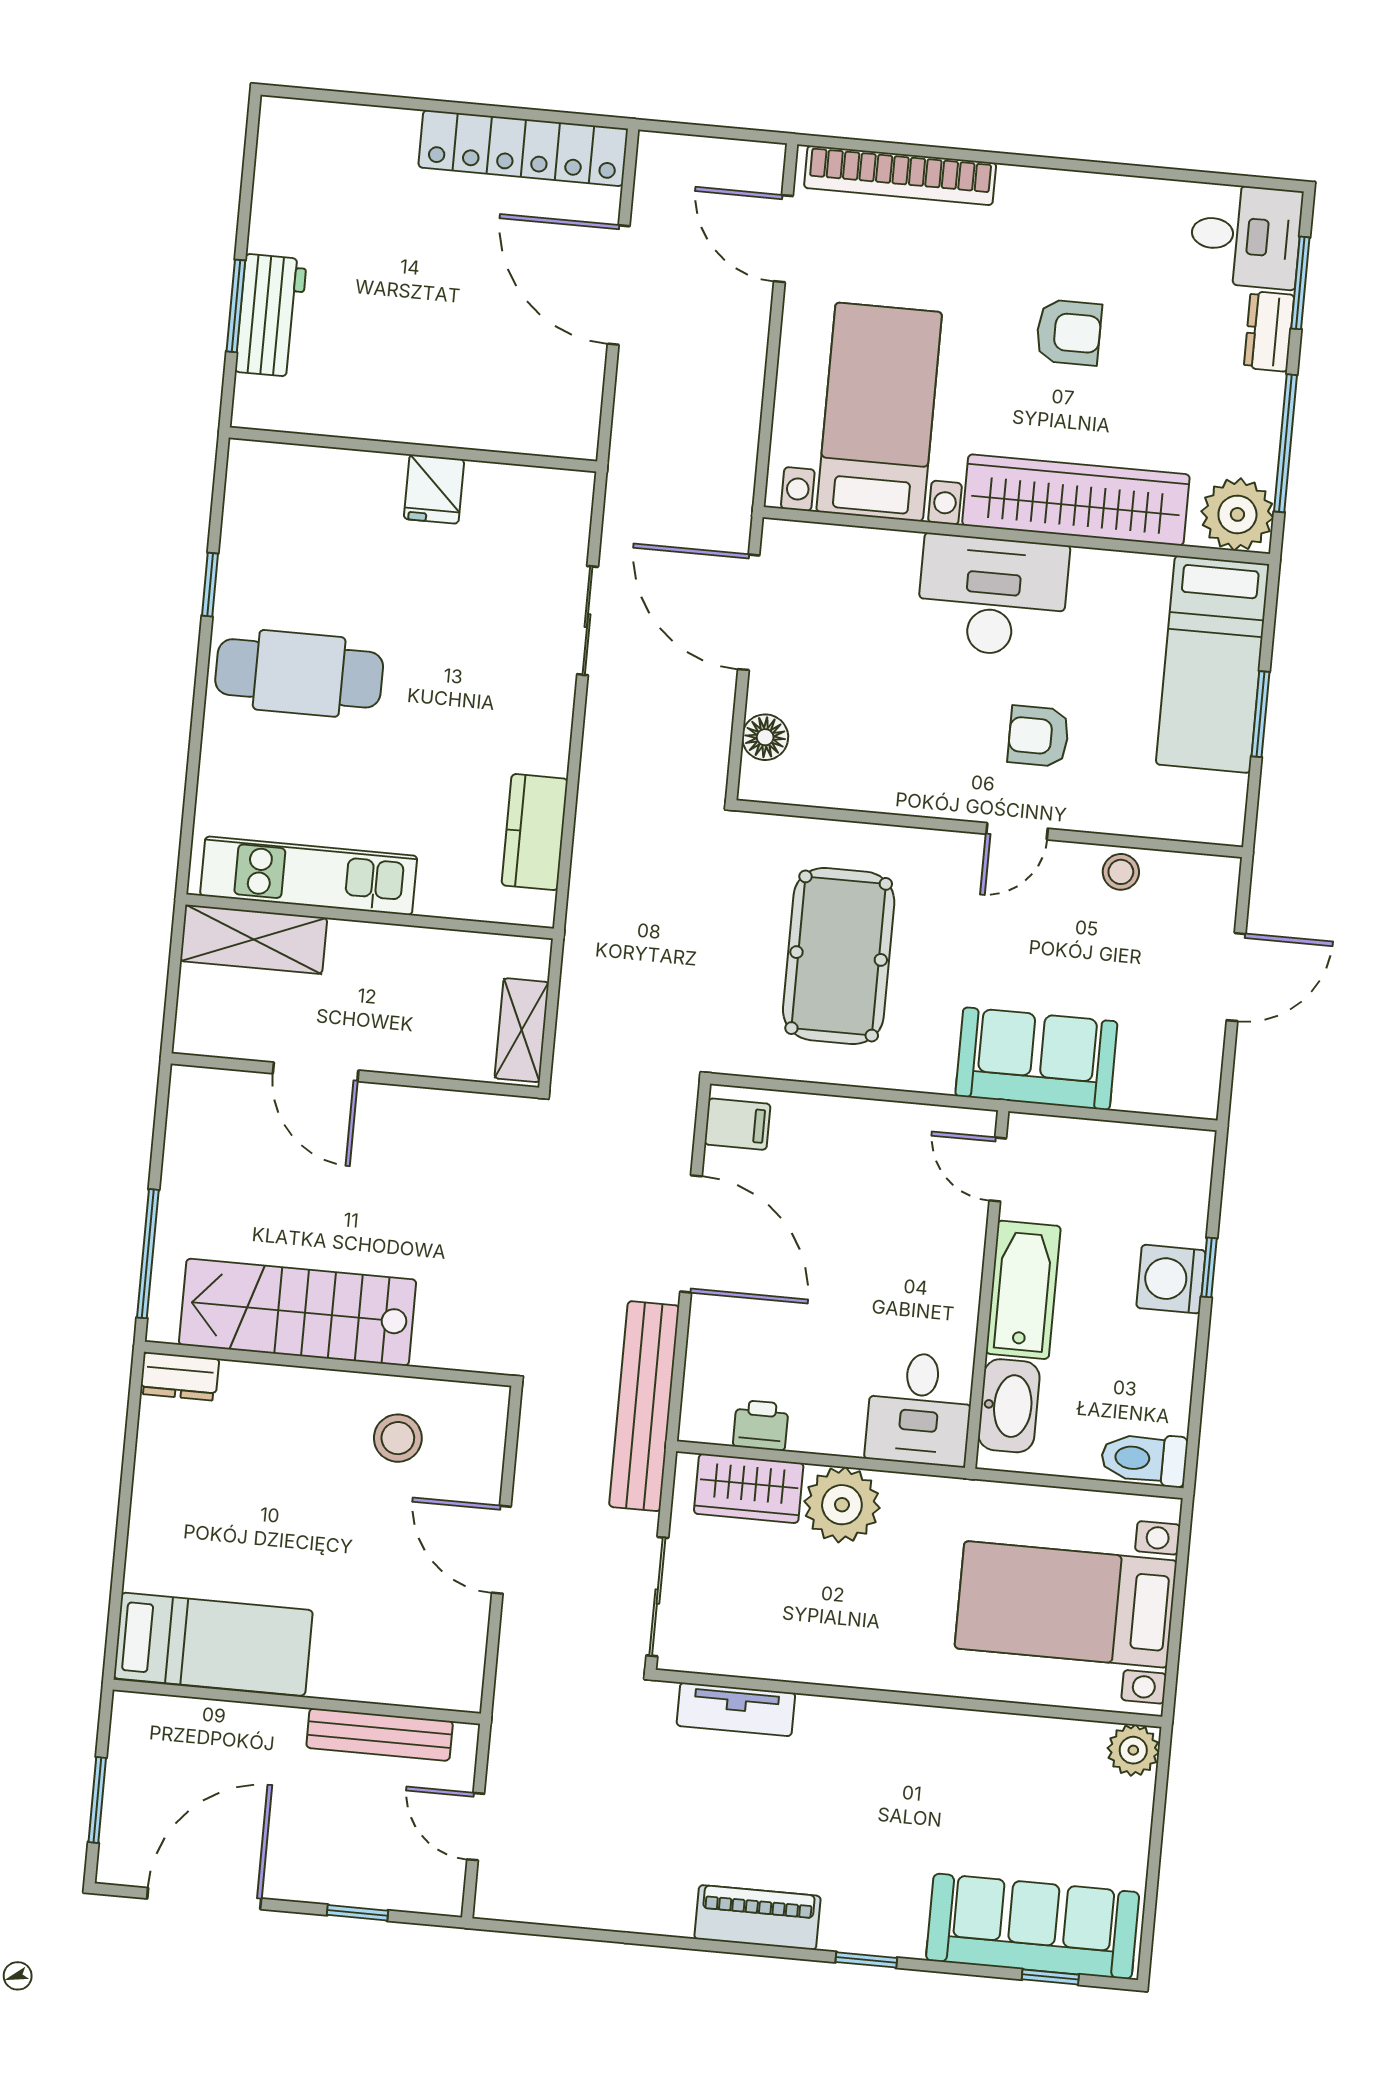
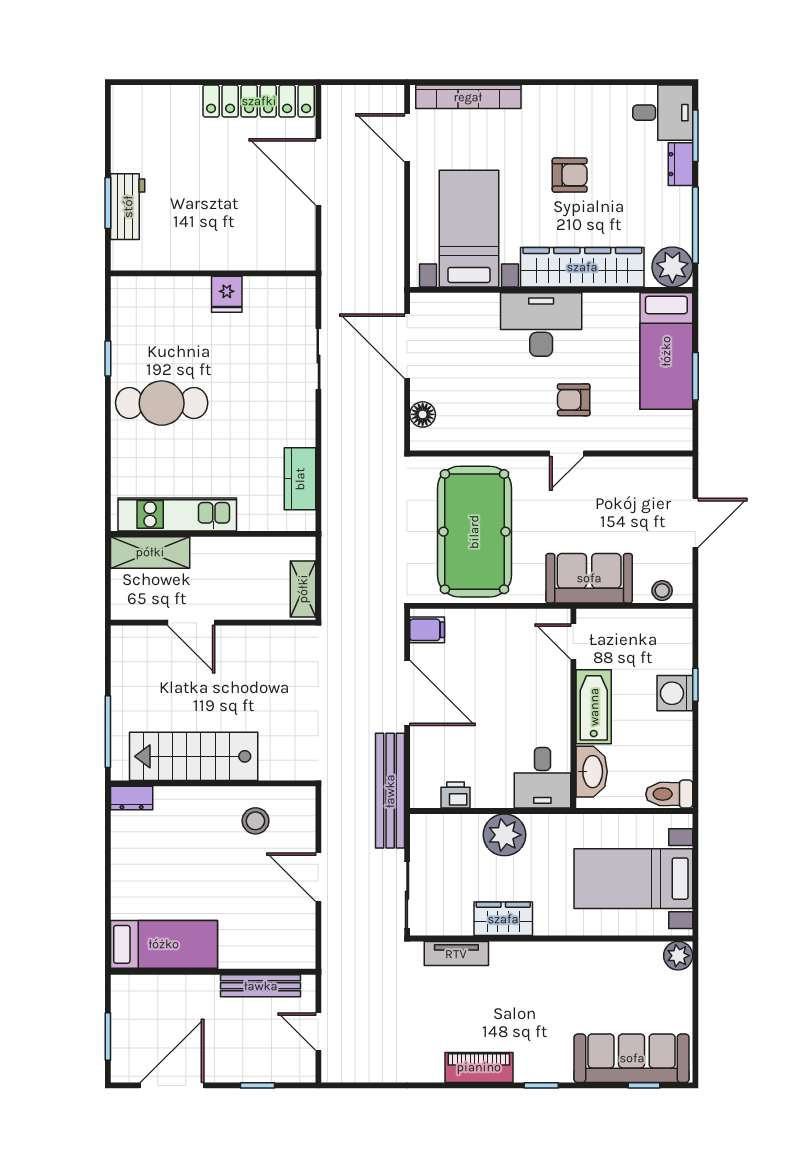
stool: (1121, 872) -> (662, 591), moved
pool table: (839, 956) -> (474, 532), width x1.36, depth x1.32
wardrobe: (749, 1488) -> (503, 919), moved, turned 180

